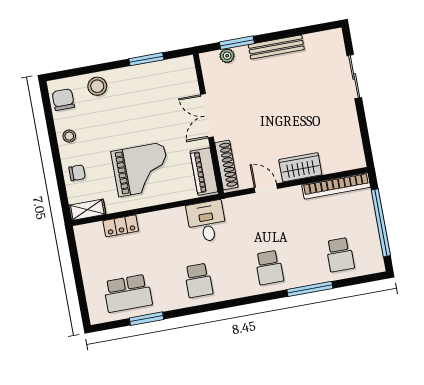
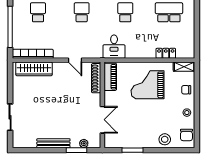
double door: (207, 116) -> (102, 120), moved
wardrobe: (300, 167) -> (34, 69), moved, width x1.50

